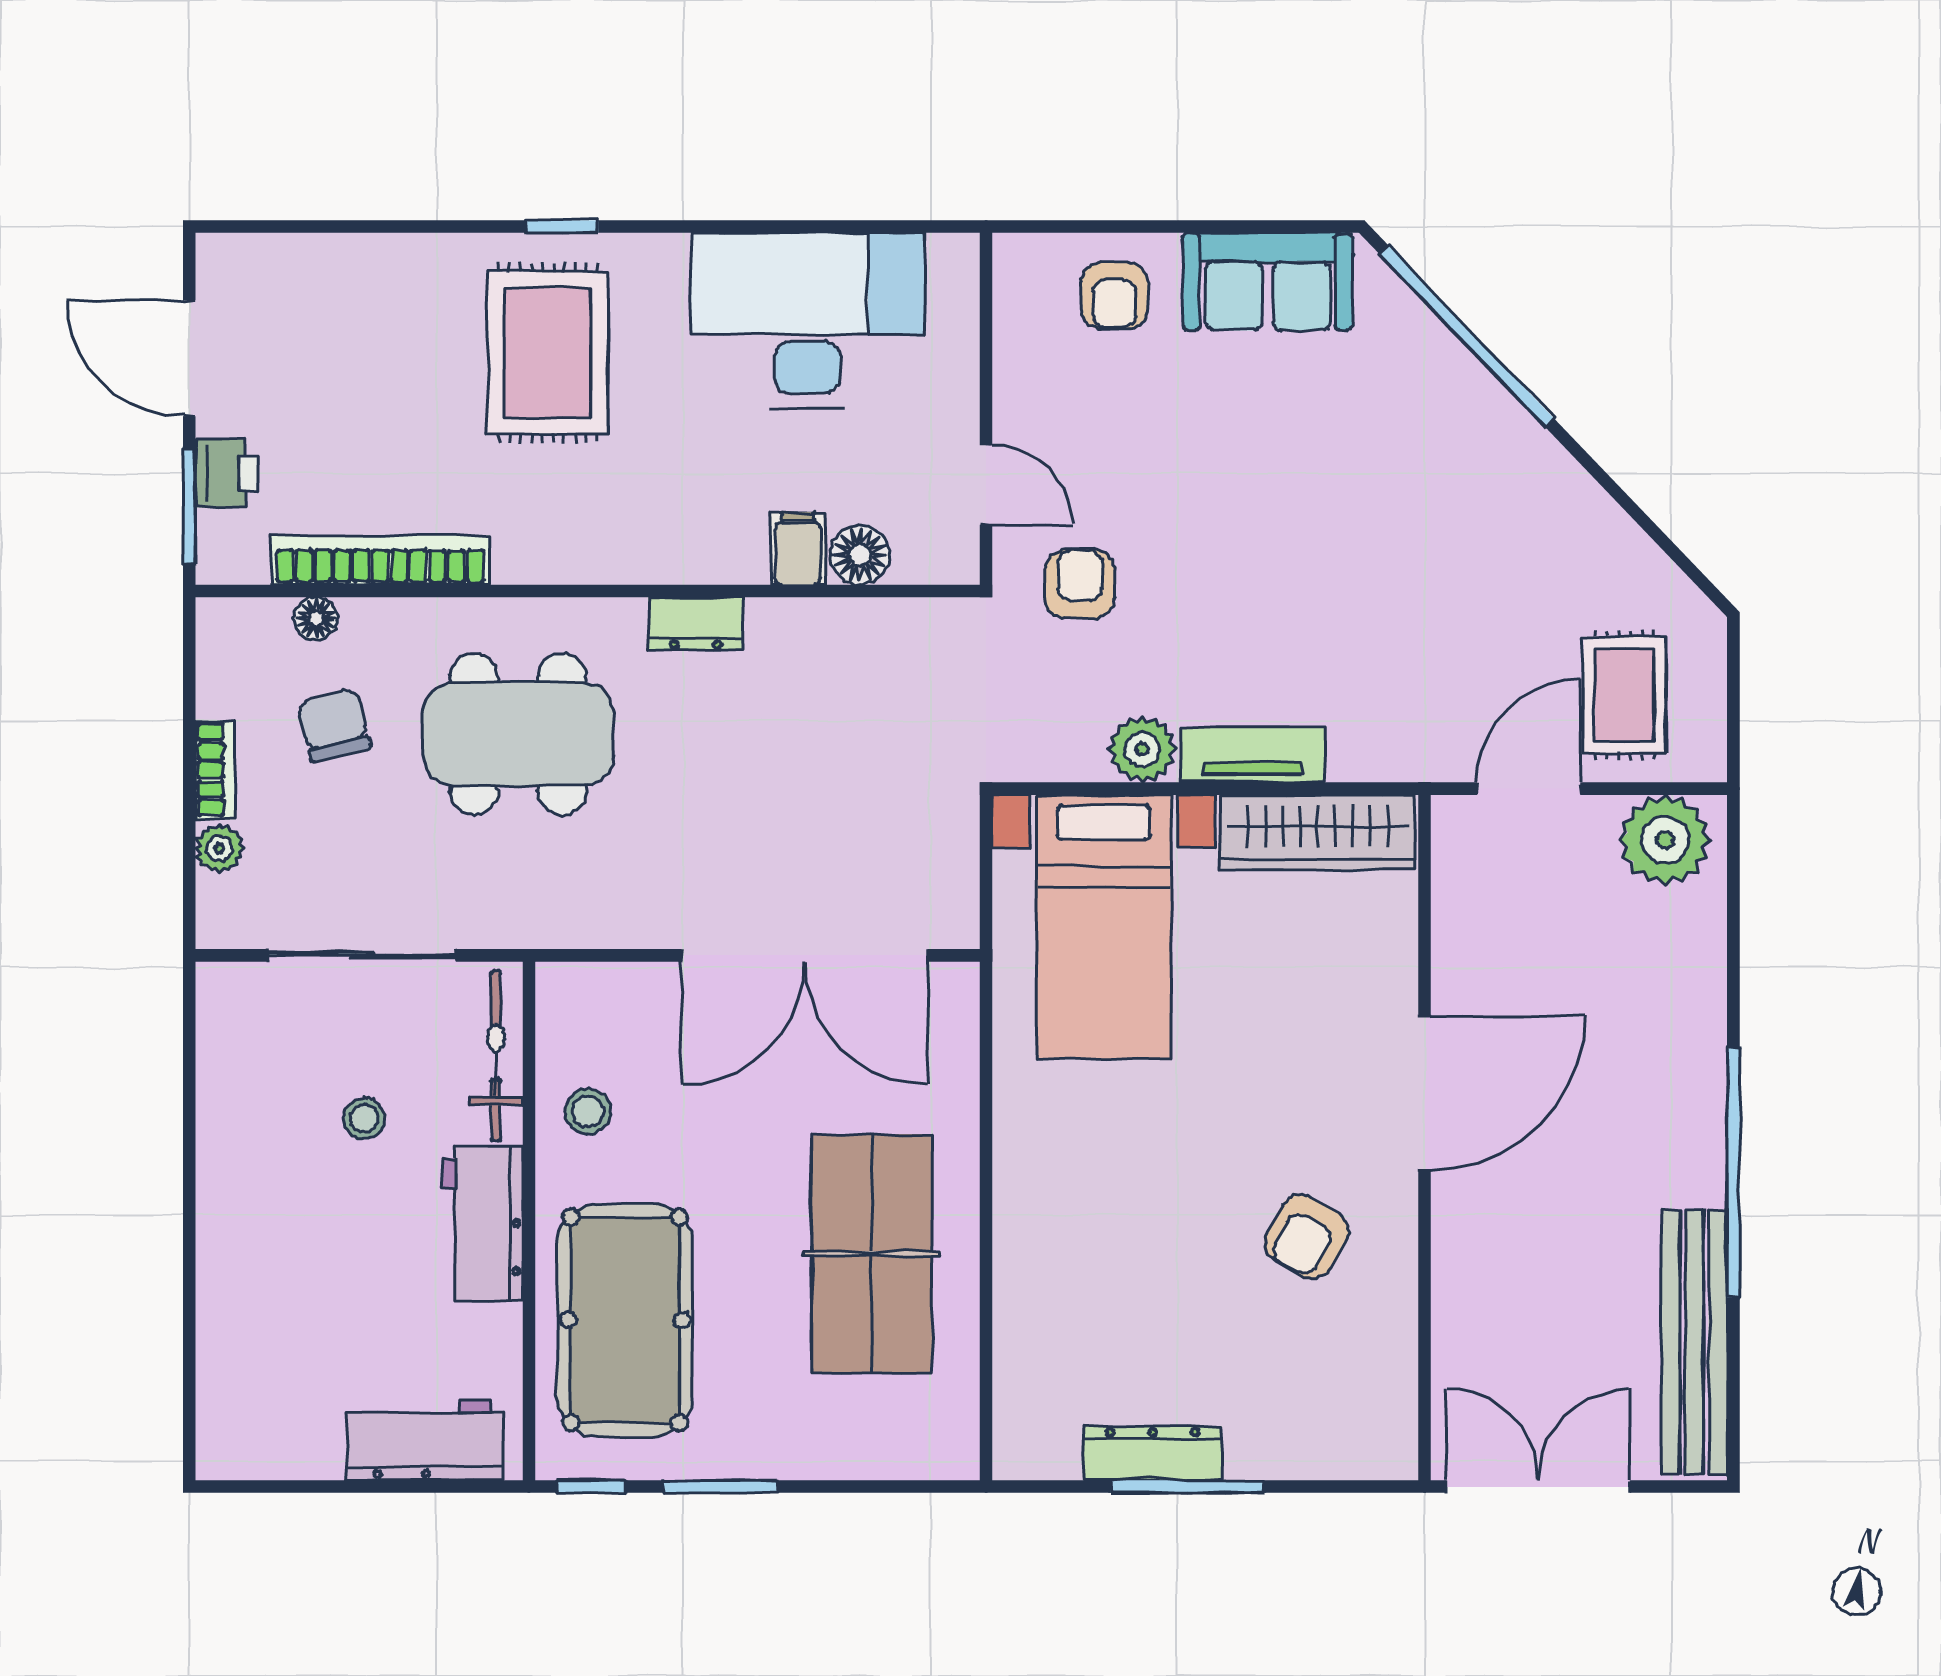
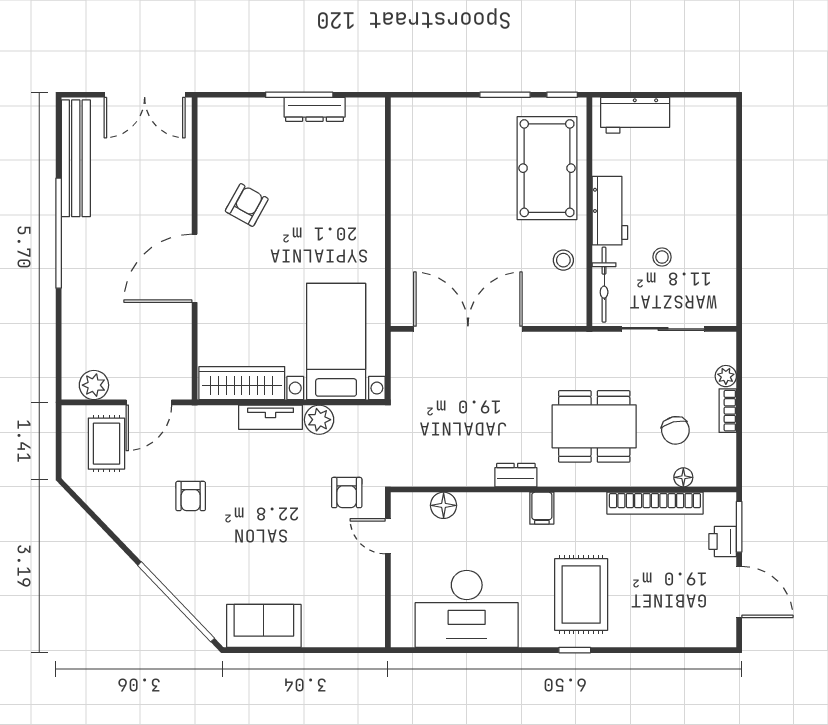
armchair: (1115, 296) -> (191, 496), moved, turned 180
filing cabinet: (798, 549) -> (542, 508), moved
plant: (1665, 840) -> (94, 385), width x0.73, depth x0.73
table tennis table: (872, 1254) -> (438, 197), removed

